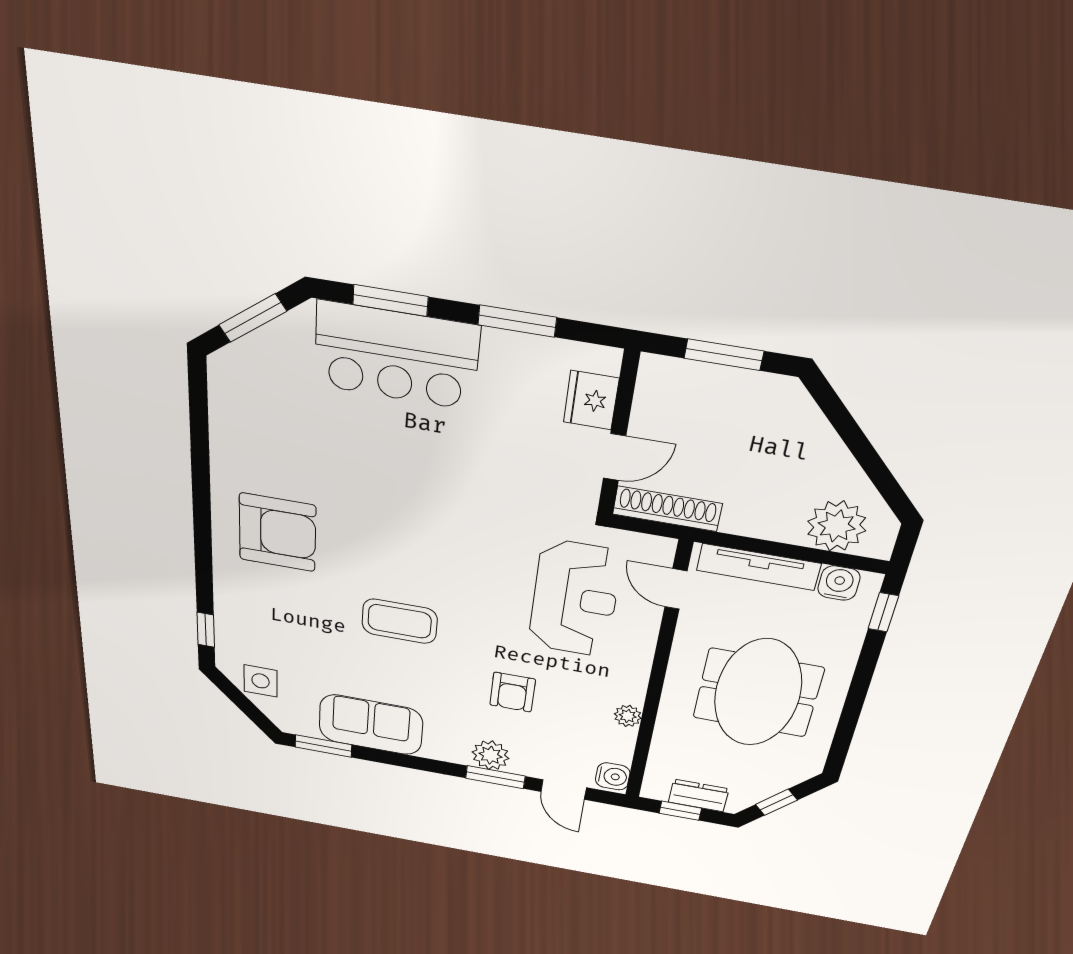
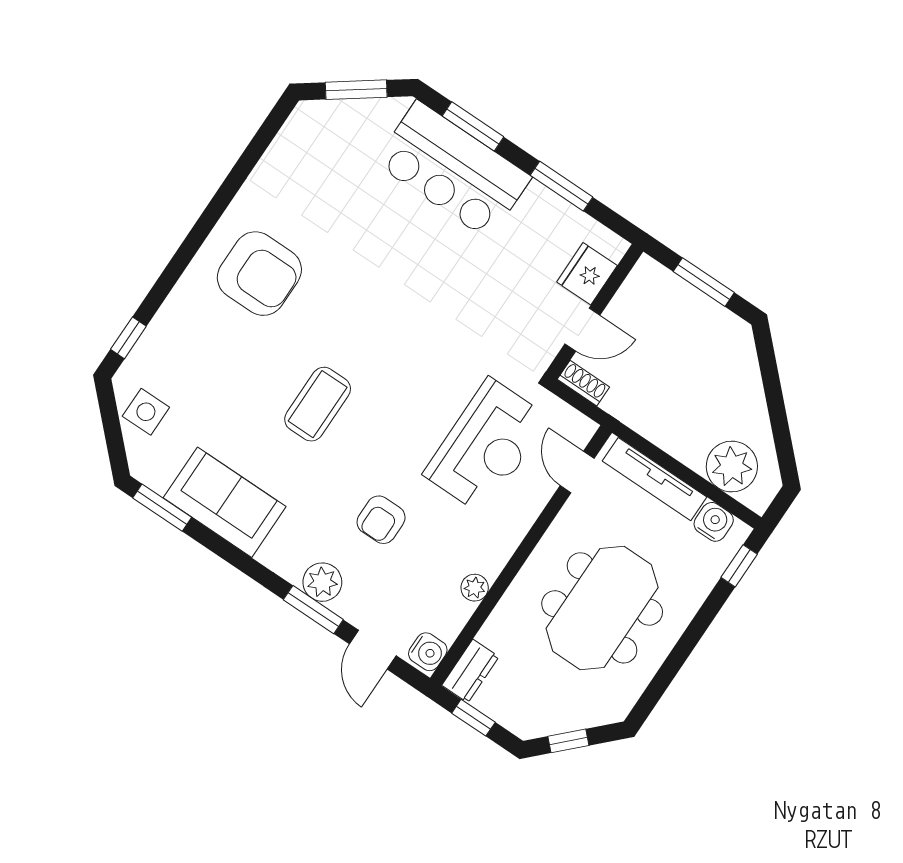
shoe rack: (667, 509) -> (583, 383), width x0.51, depth x0.81
coffee table: (400, 621) -> (318, 404), turned 90
dresser: (699, 795) -> (470, 671), moved, turned 90

